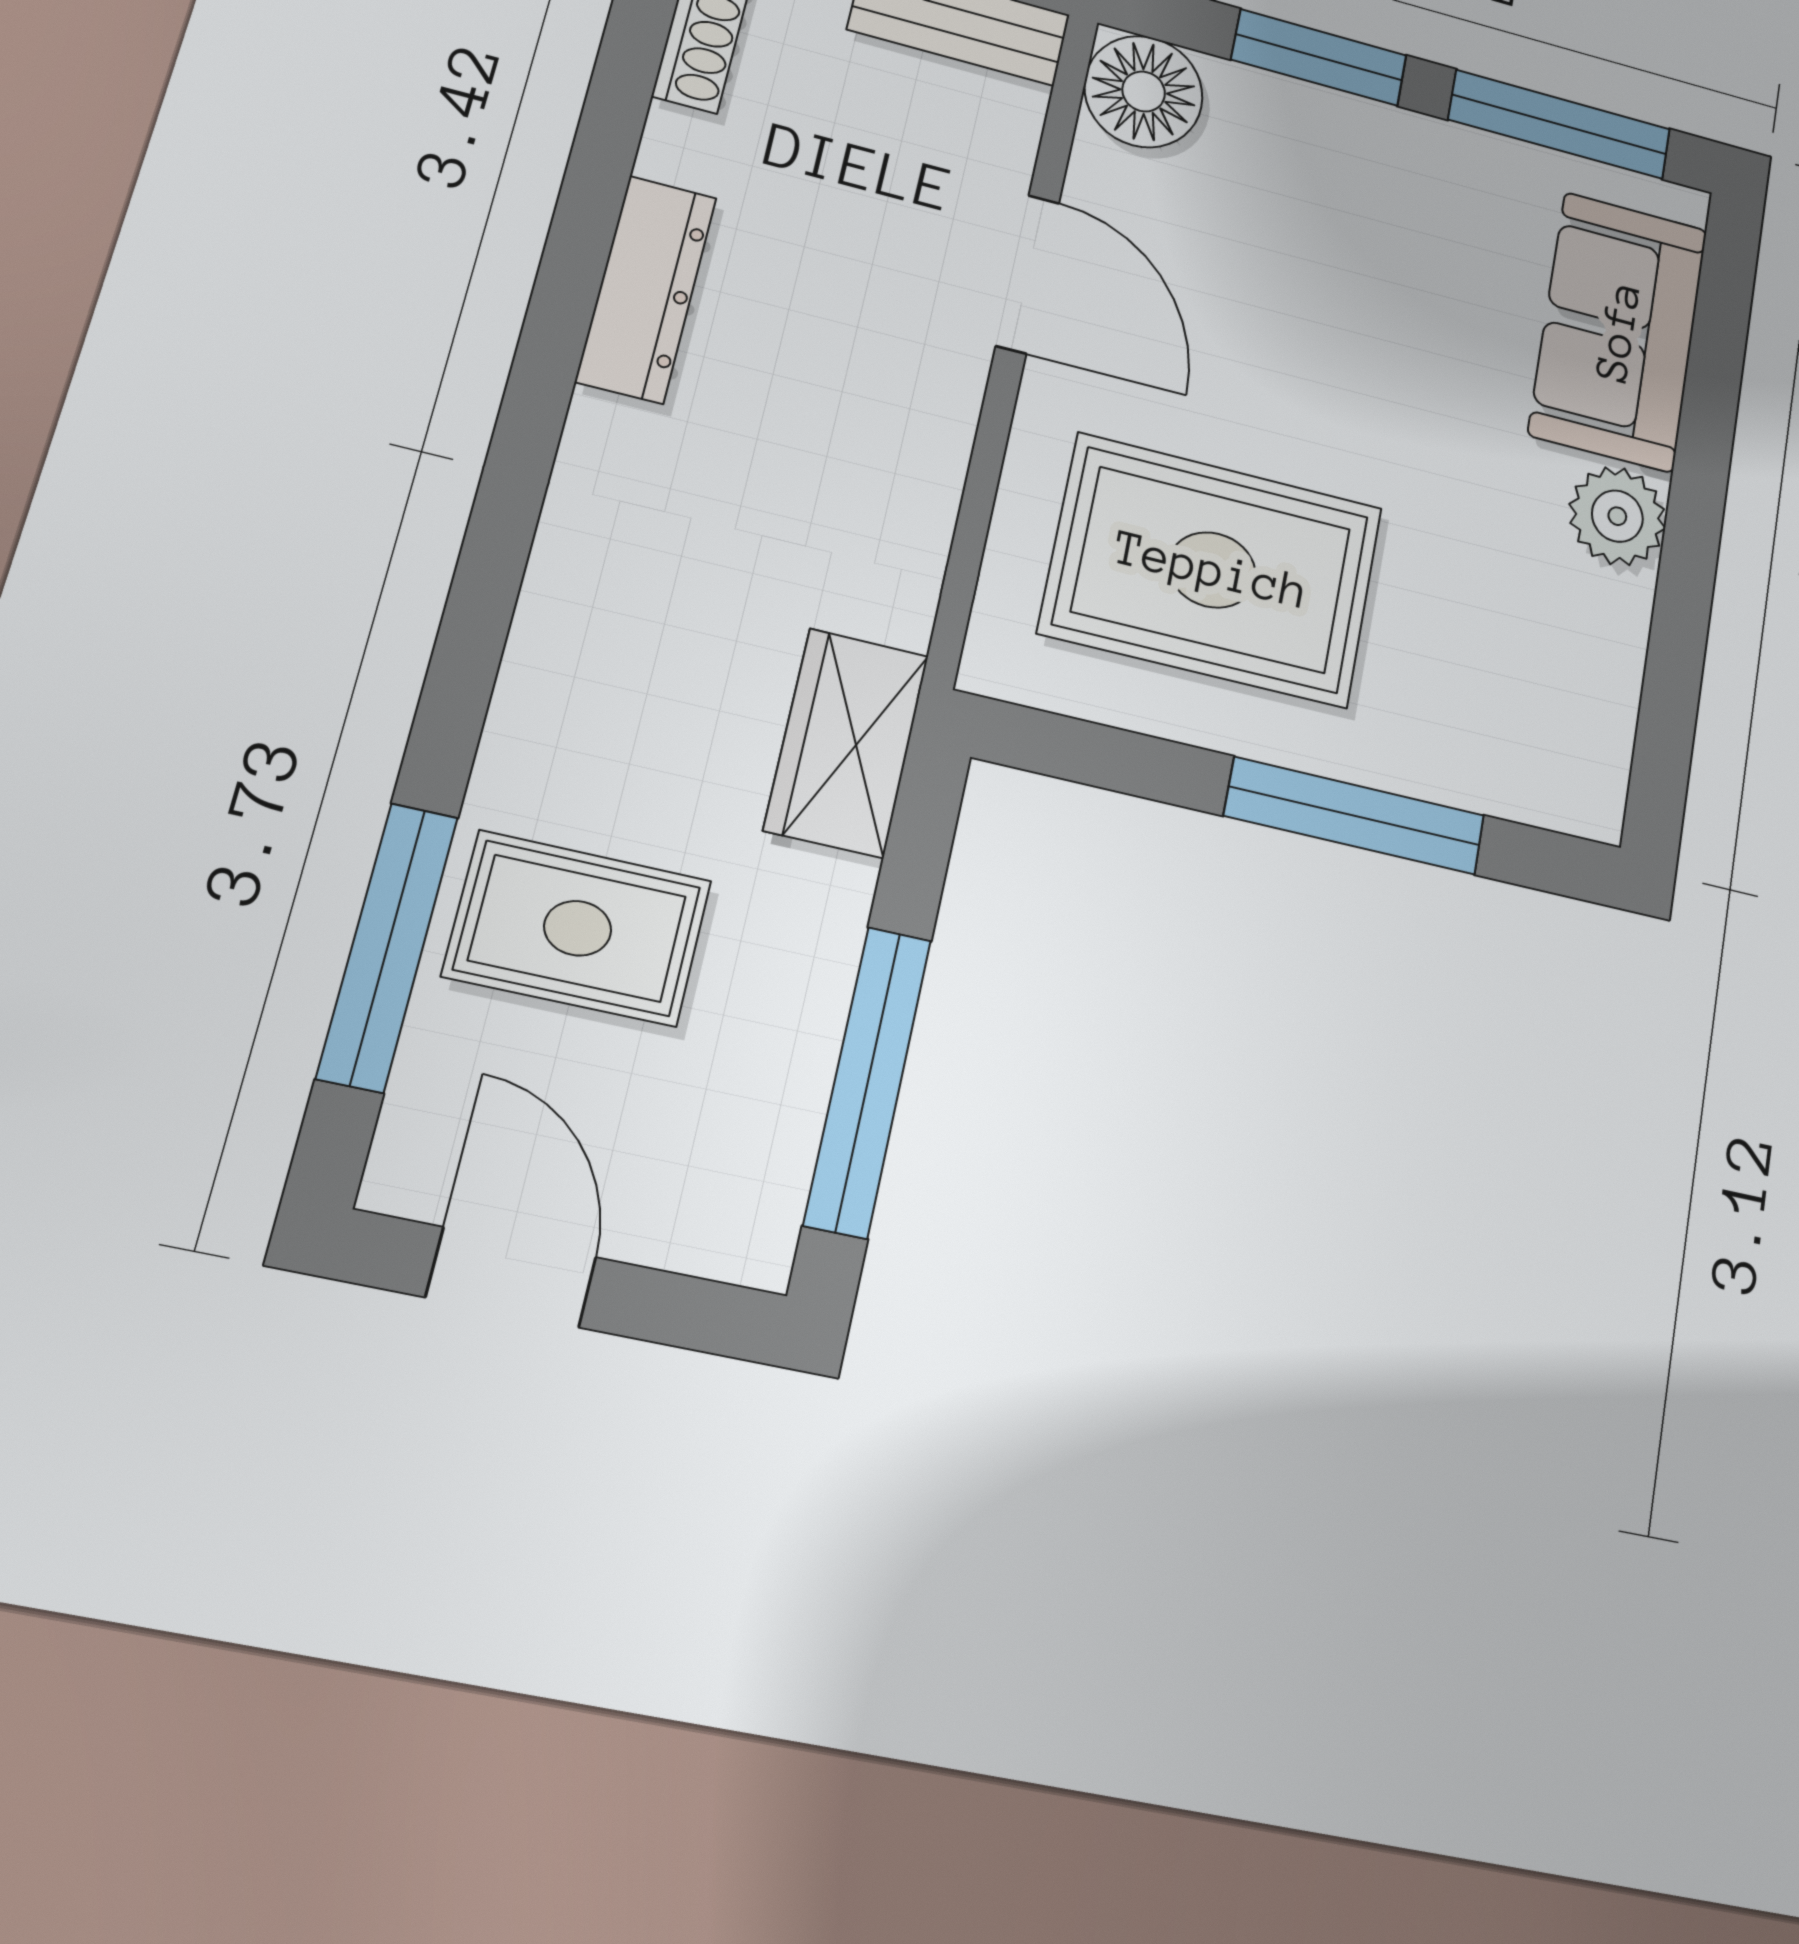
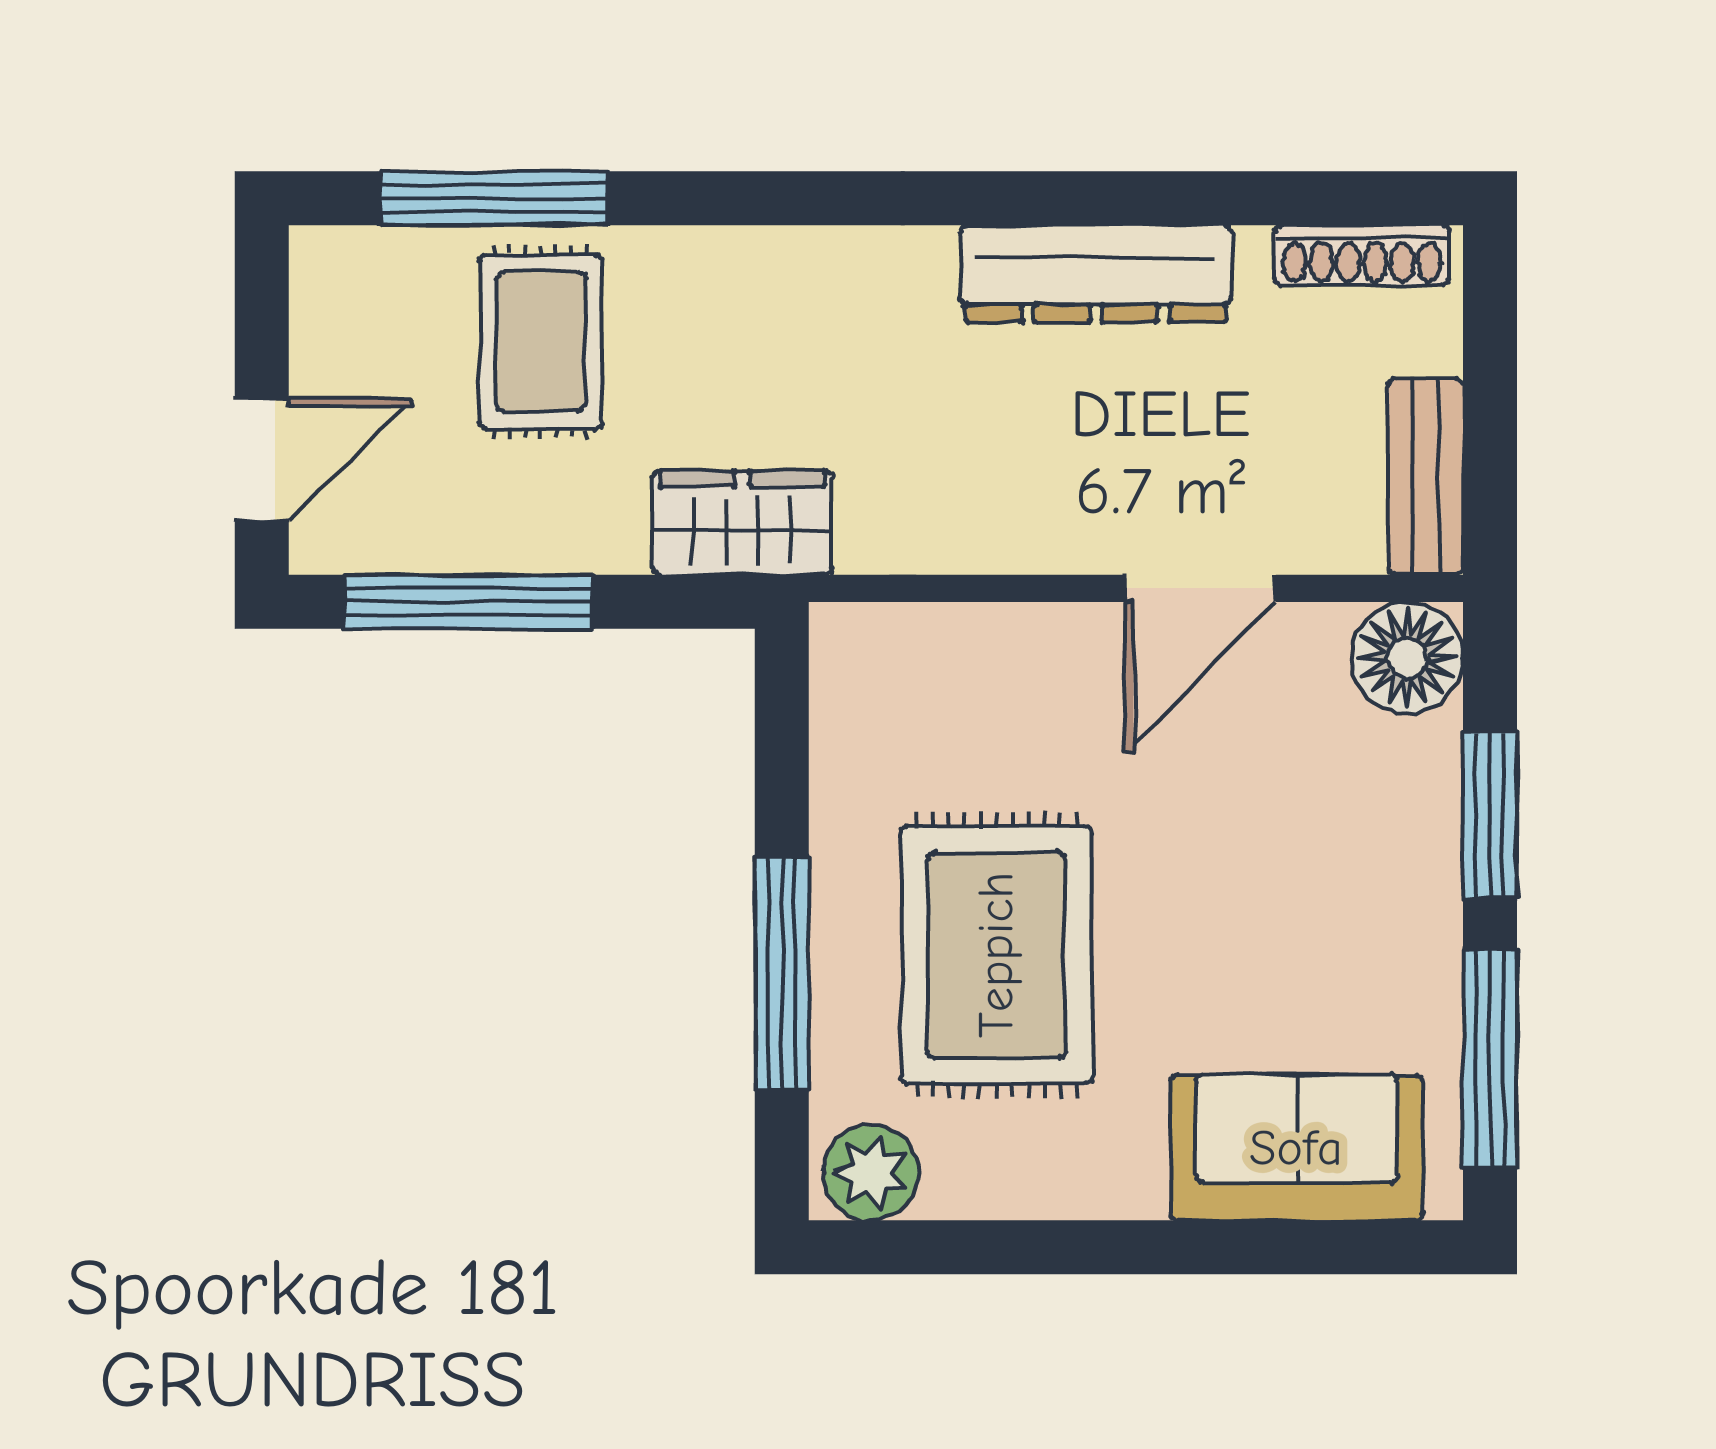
dresser: (646, 289) -> (1096, 274), width x1.37, depth x1.24
plant: (1617, 516) -> (871, 1173), moved
rug: (1212, 570) -> (996, 955), moved
door: (511, 1277) -> (262, 459), moved

